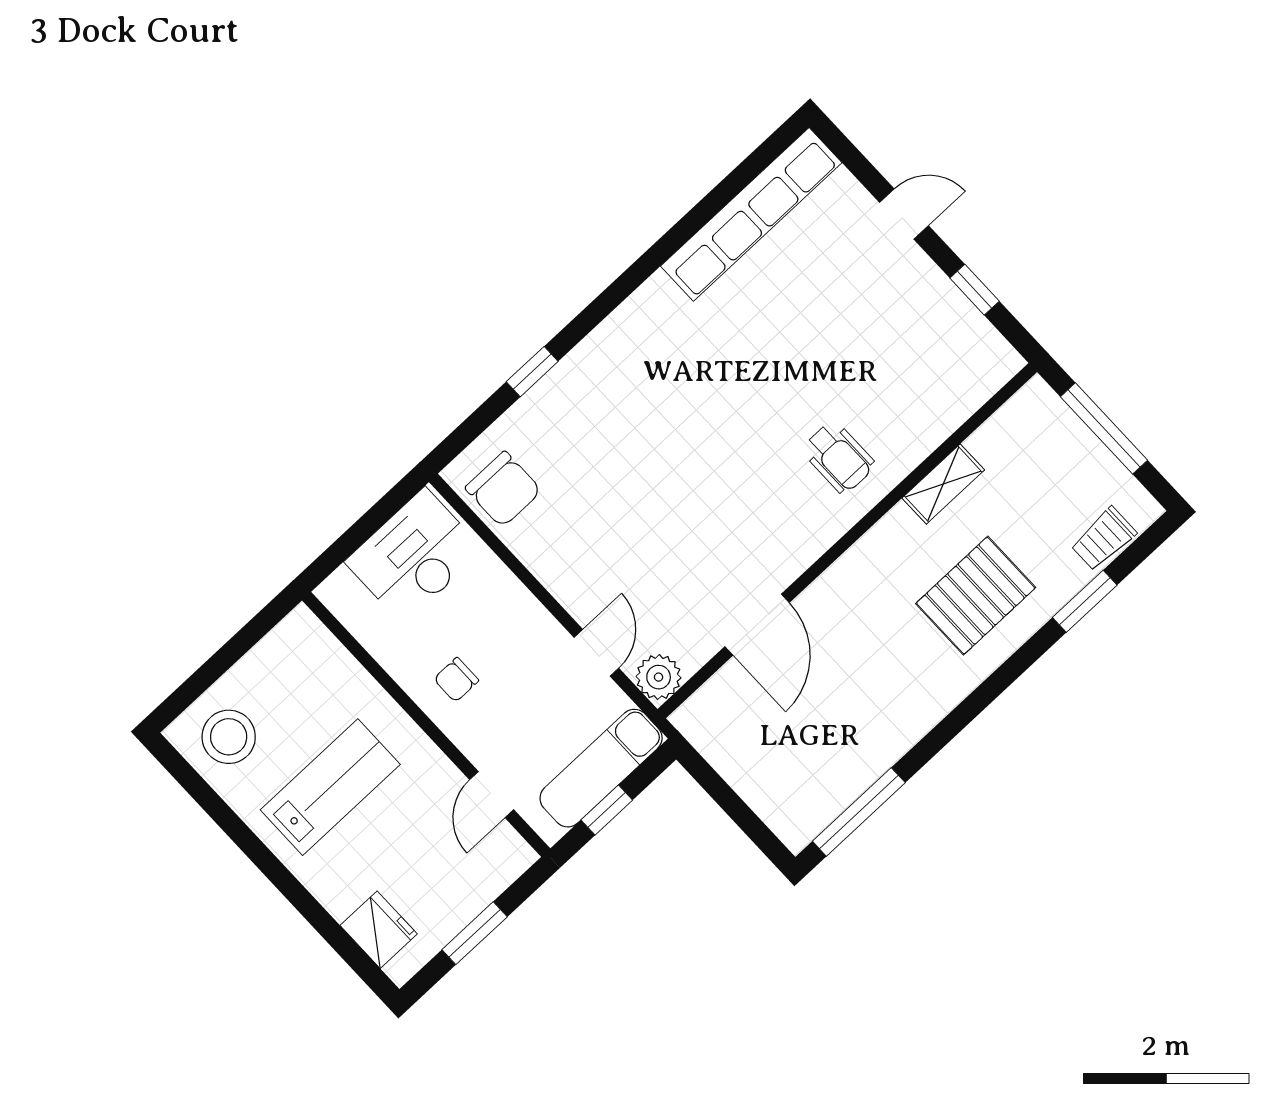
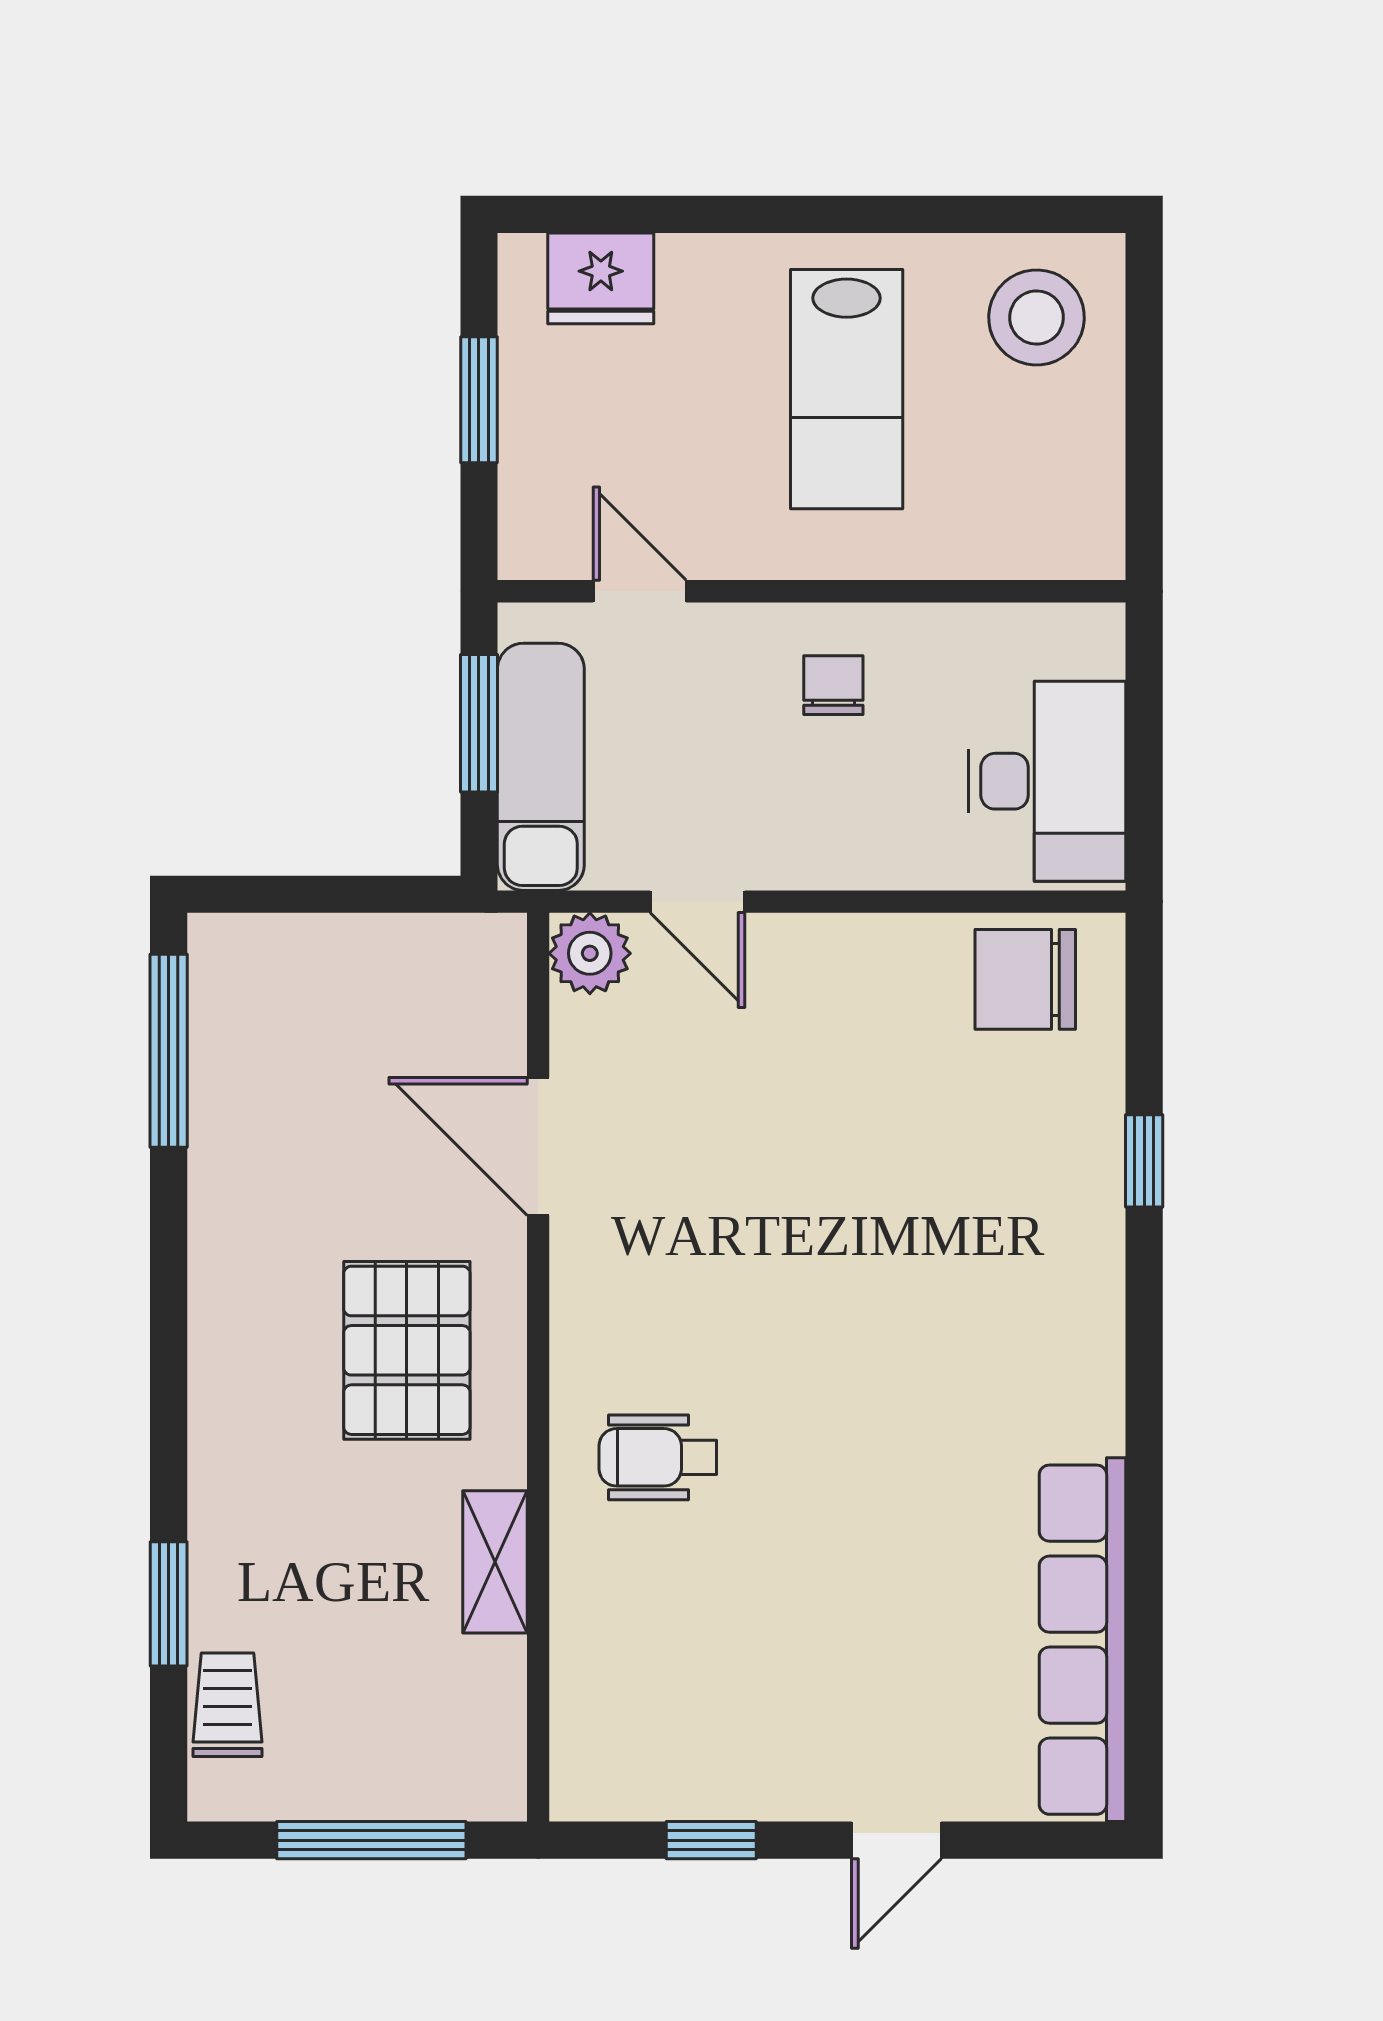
pallet: (976, 596) -> (407, 1350), moved
window: (607, 810) -> (479, 723), width x1.50

